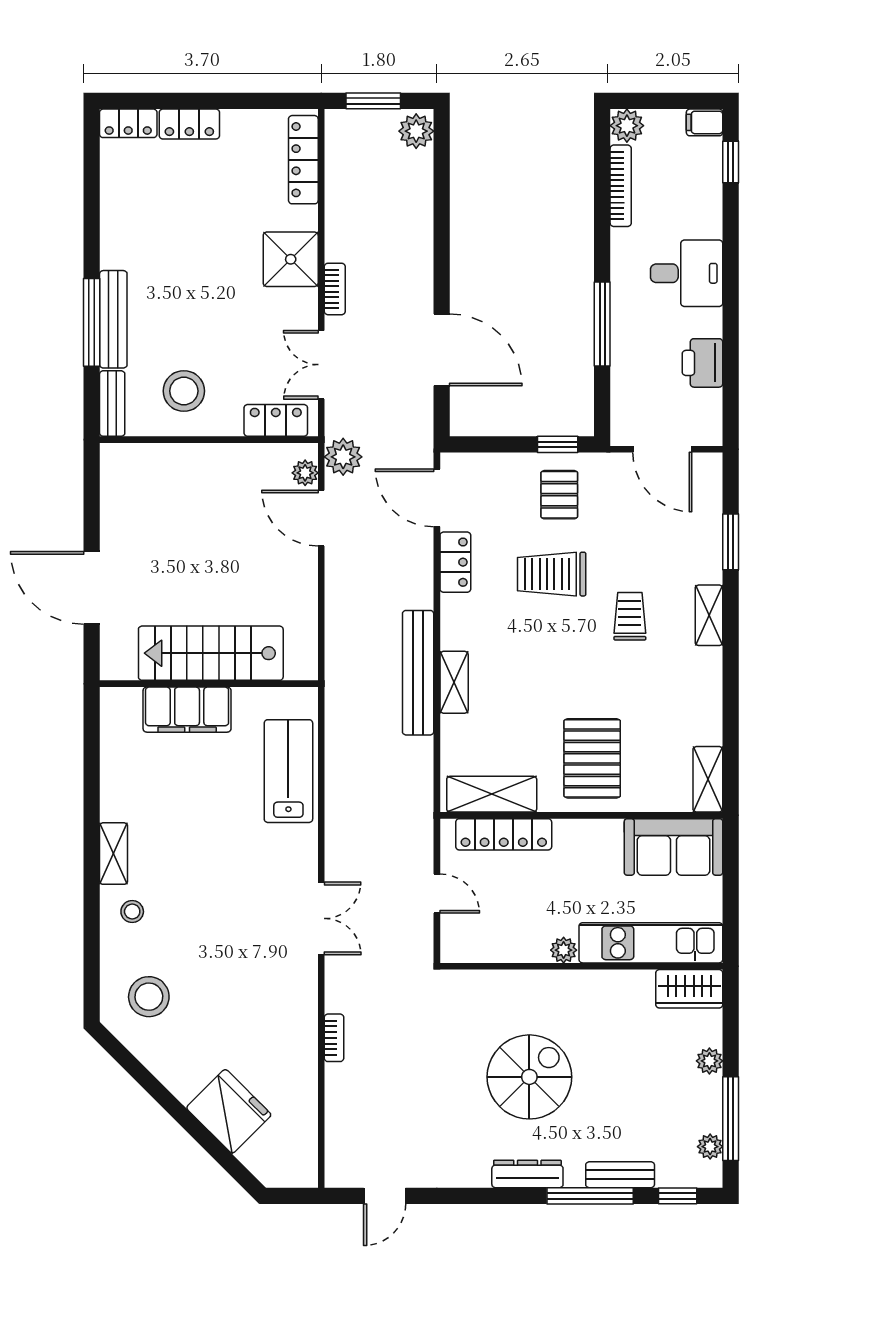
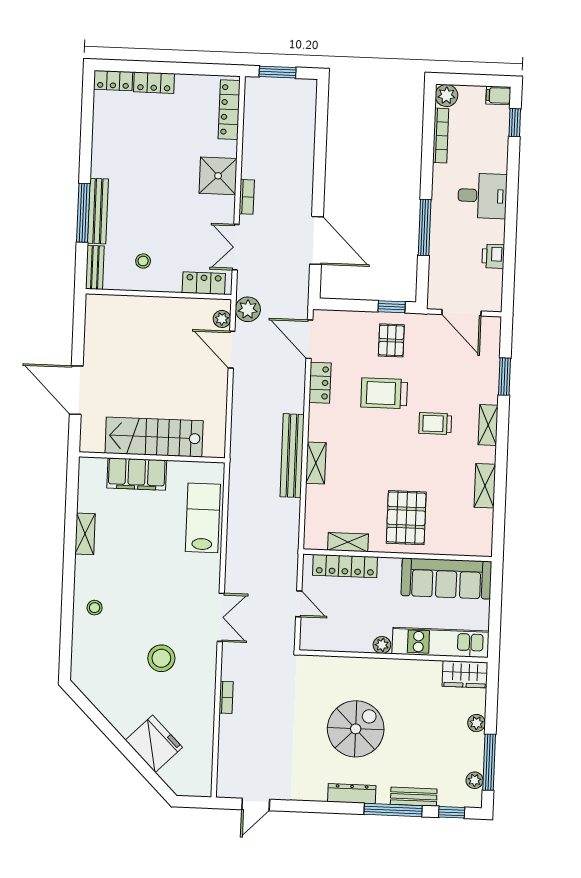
plant: (416, 131) -> (305, 93), removed
printer: (702, 363) -> (493, 256), width x0.73, depth x0.81
stool: (184, 391) -> (143, 261), width x0.53, depth x0.53
trolley: (630, 616) -> (435, 424), turned -90
shelving: (708, 779) -> (485, 486), moved
shelving: (492, 794) -> (348, 542), width x0.67, depth x0.75
sofa: (673, 847) -> (446, 578), width x1.36
shelving: (114, 854) -> (85, 534), moved
stool: (149, 997) -> (161, 658), moved

